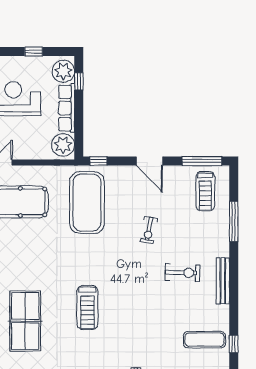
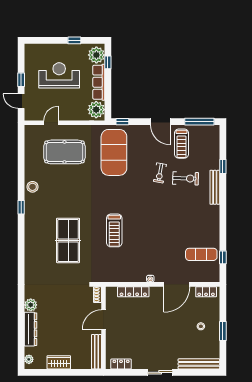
treadmill: (205, 191) -> (182, 144), moved
window: (234, 221) -> (223, 166), width x0.46
exercise bike: (183, 273) -> (186, 178), moved
bench: (223, 281) -> (215, 187), moved

